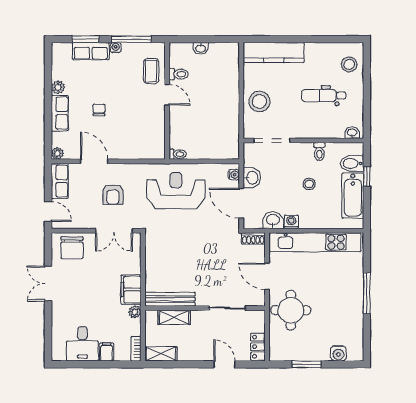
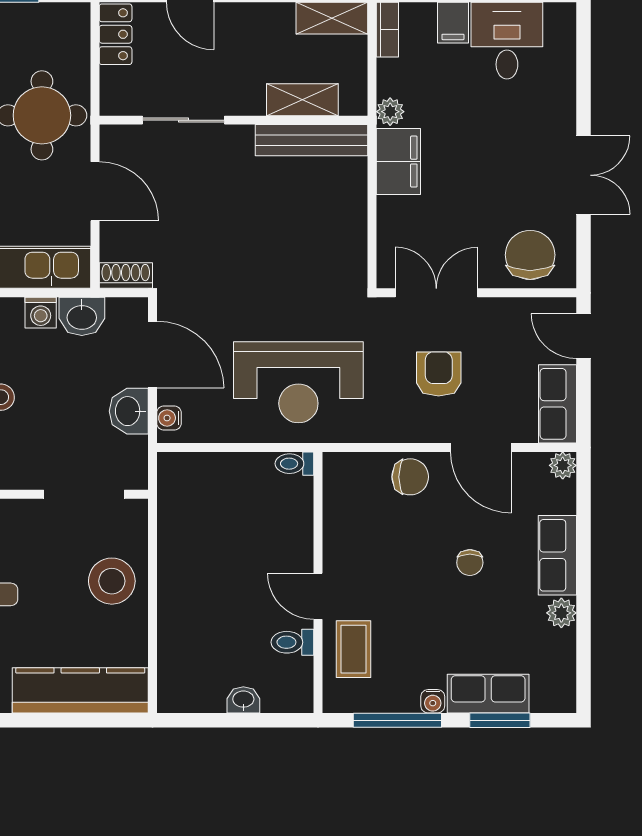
chair: (126, 148) -> (410, 477), added

